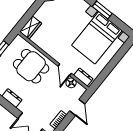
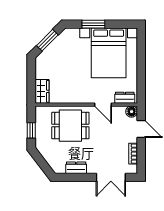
floor lamp: (71, 83) -> (132, 112), moved

